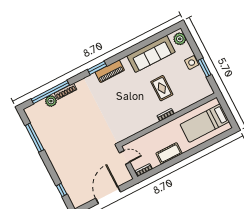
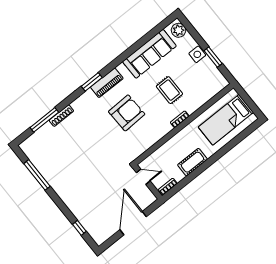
window: (50, 92) -> (44, 120), width x0.68
armchair: (122, 100) -> (127, 113), added
plant: (51, 101) -> (47, 130), removed

